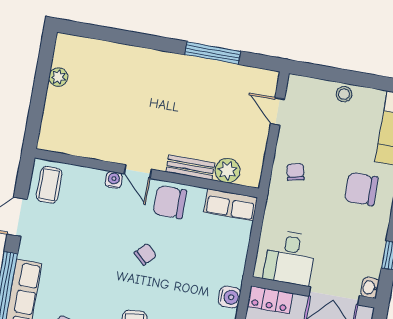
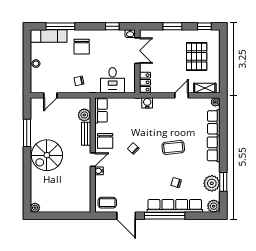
plant: (58, 77) -> (35, 208), moved
spiral stairs: (162, 84) -> (47, 155), added
desk: (290, 258) -> (113, 80), moved, turned 90

